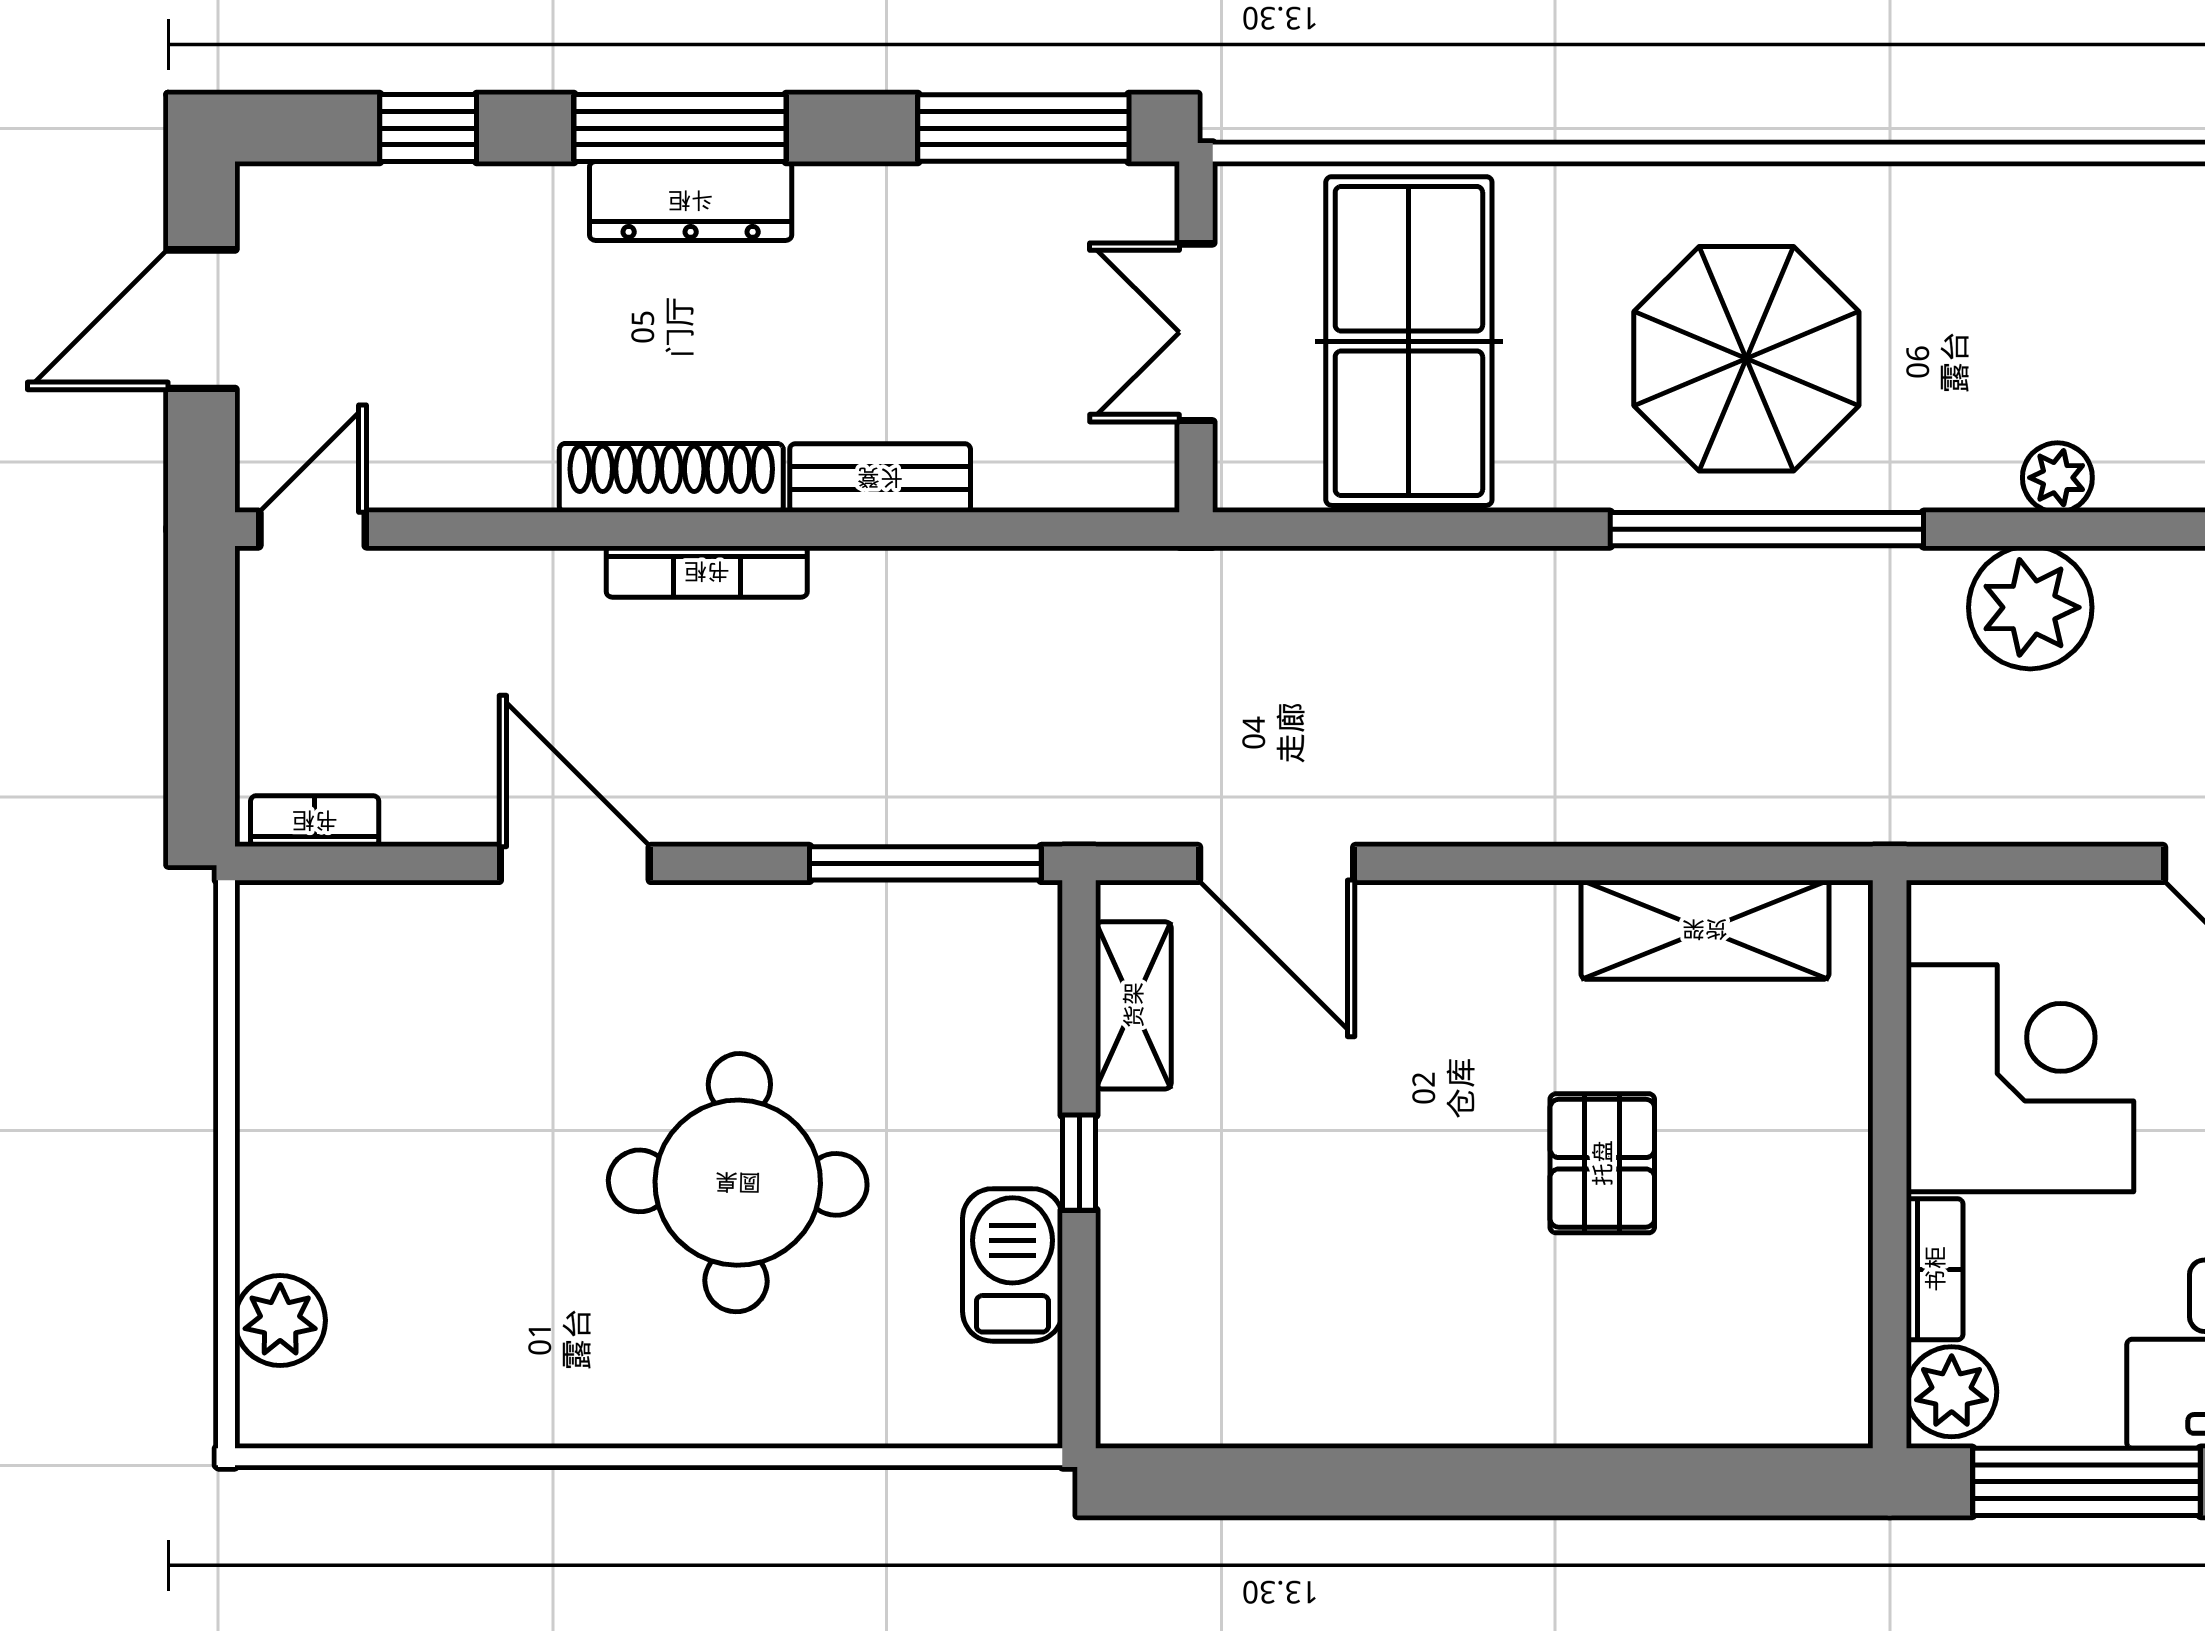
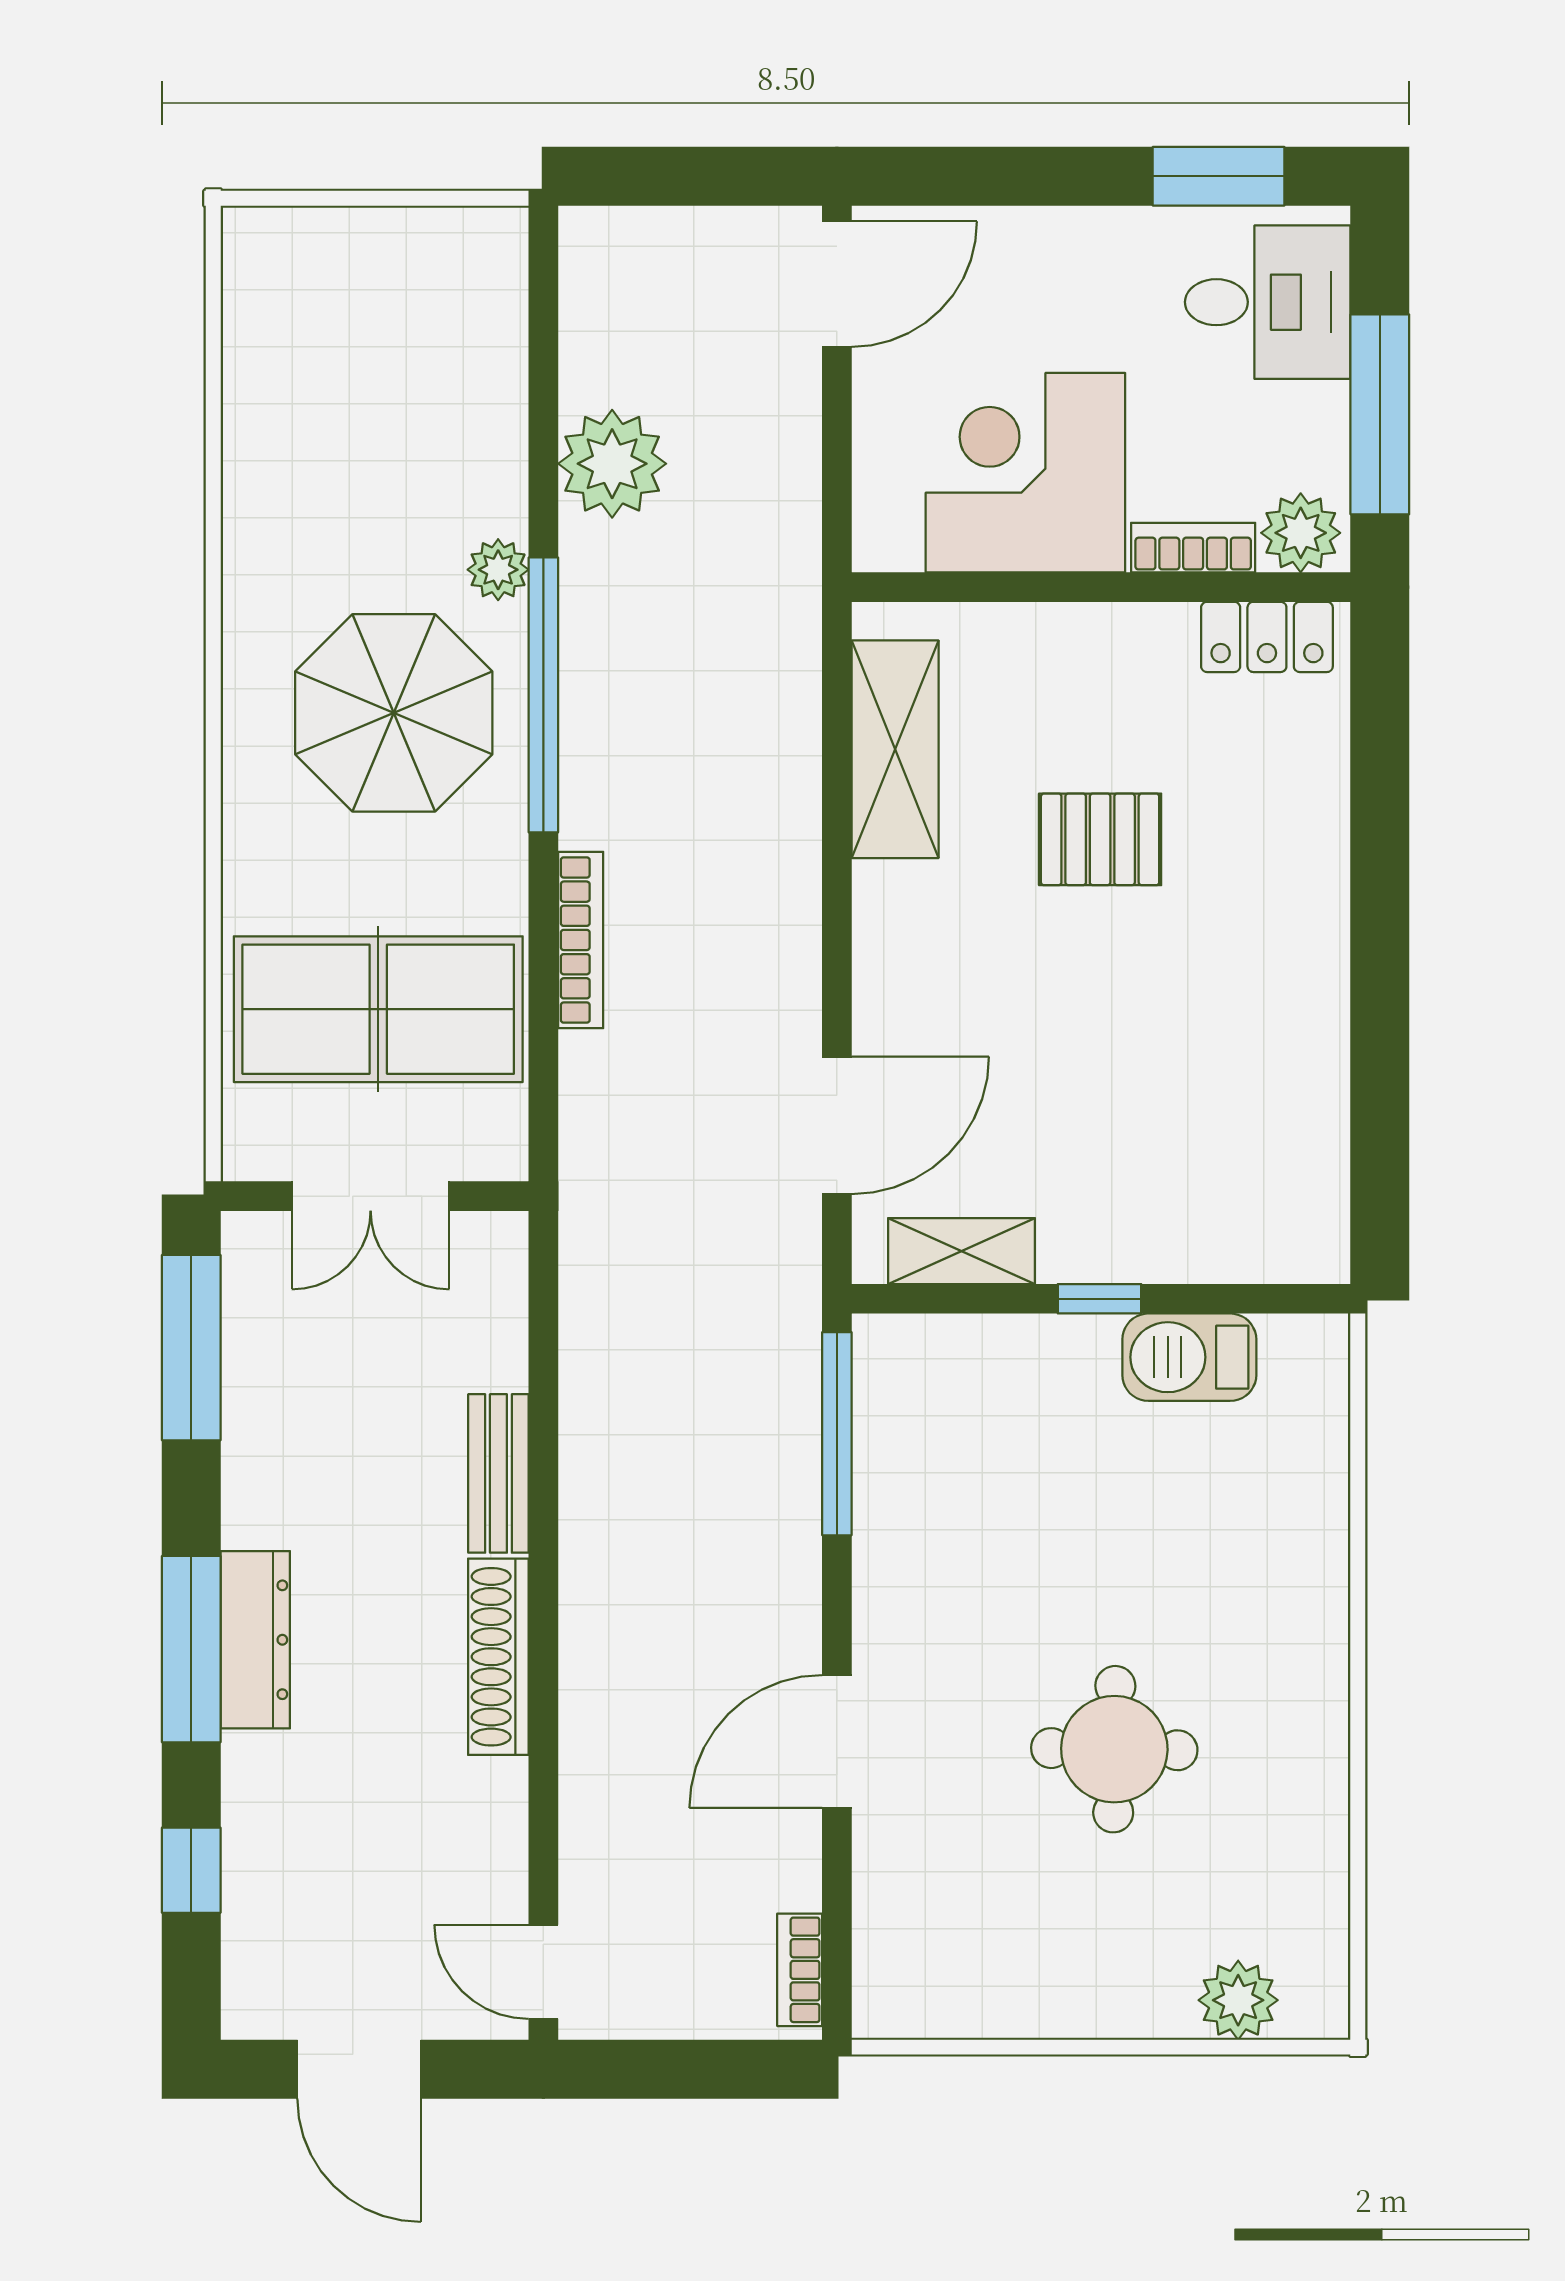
plant: (2057, 478) -> (498, 570), moved
bookcase: (707, 572) -> (581, 940), moved
round table: (738, 1183) -> (1114, 1749), moved, width x0.73, depth x0.73
locker: (1833, 1353) -> (1267, 637), added

